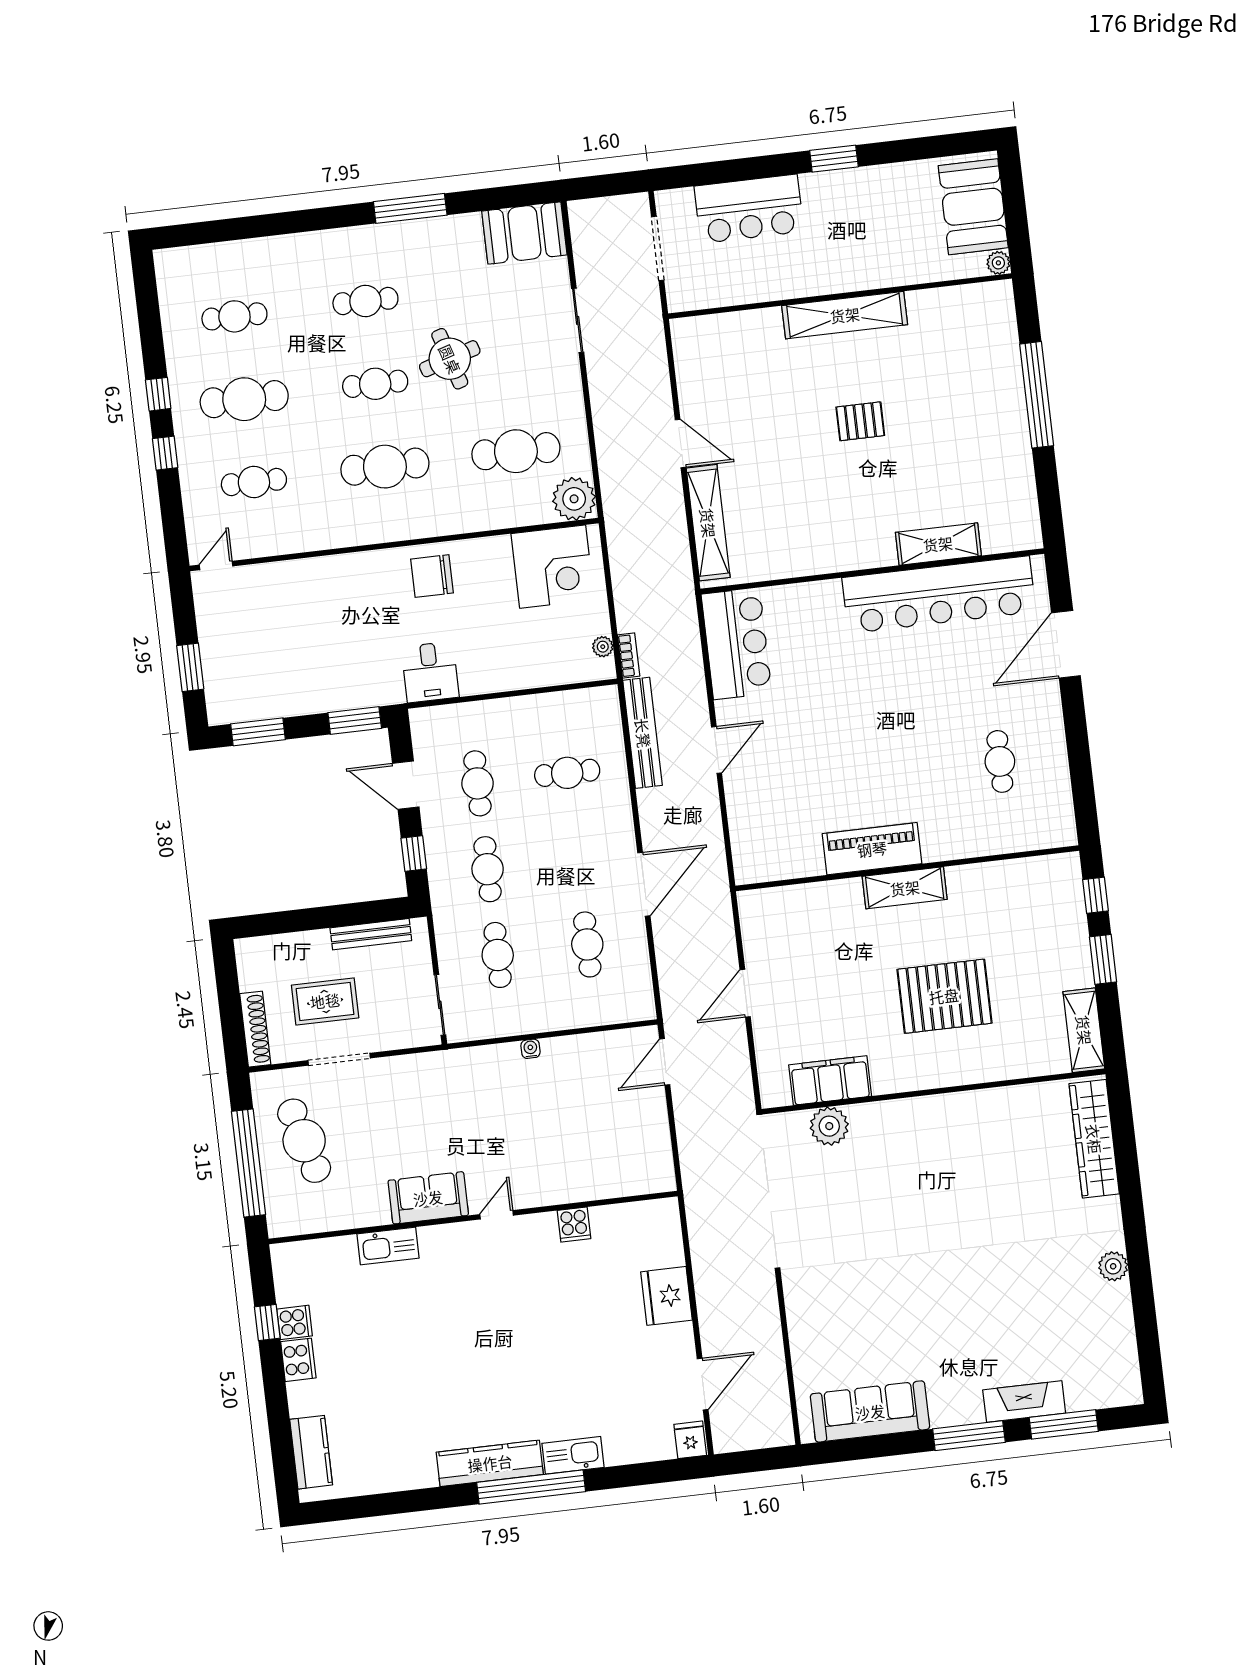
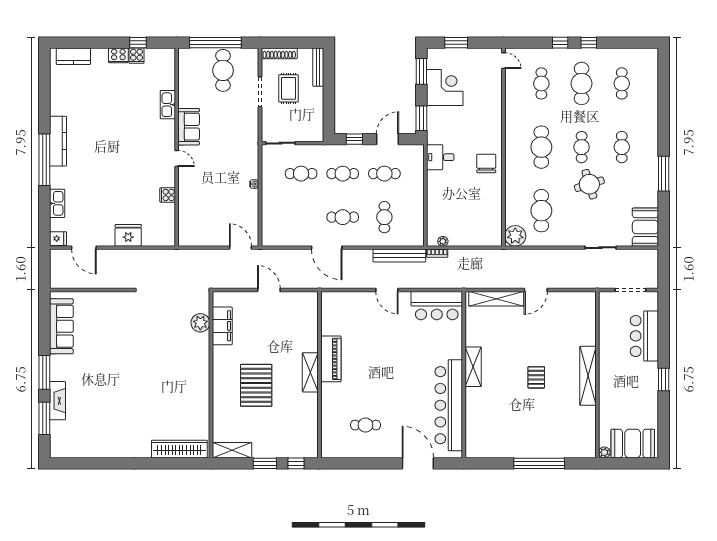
shelving: (938, 544) -> (473, 367), moved
corner desk: (553, 567) -> (445, 88), moved, turned 180
bench: (371, 934) -> (318, 67), moved
cafe table: (587, 944) -> (343, 217), moved
cafe table: (304, 1141) -> (223, 70), turned -74
plant: (1113, 1266) -> (117, 451), removed
kitchen sink: (573, 1455) -> (57, 203), moved

